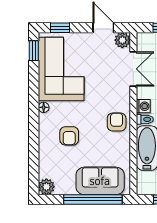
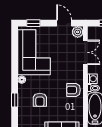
window: (34, 51) -> (15, 100), moved
armchair: (117, 122) -> (74, 90), turned -90

